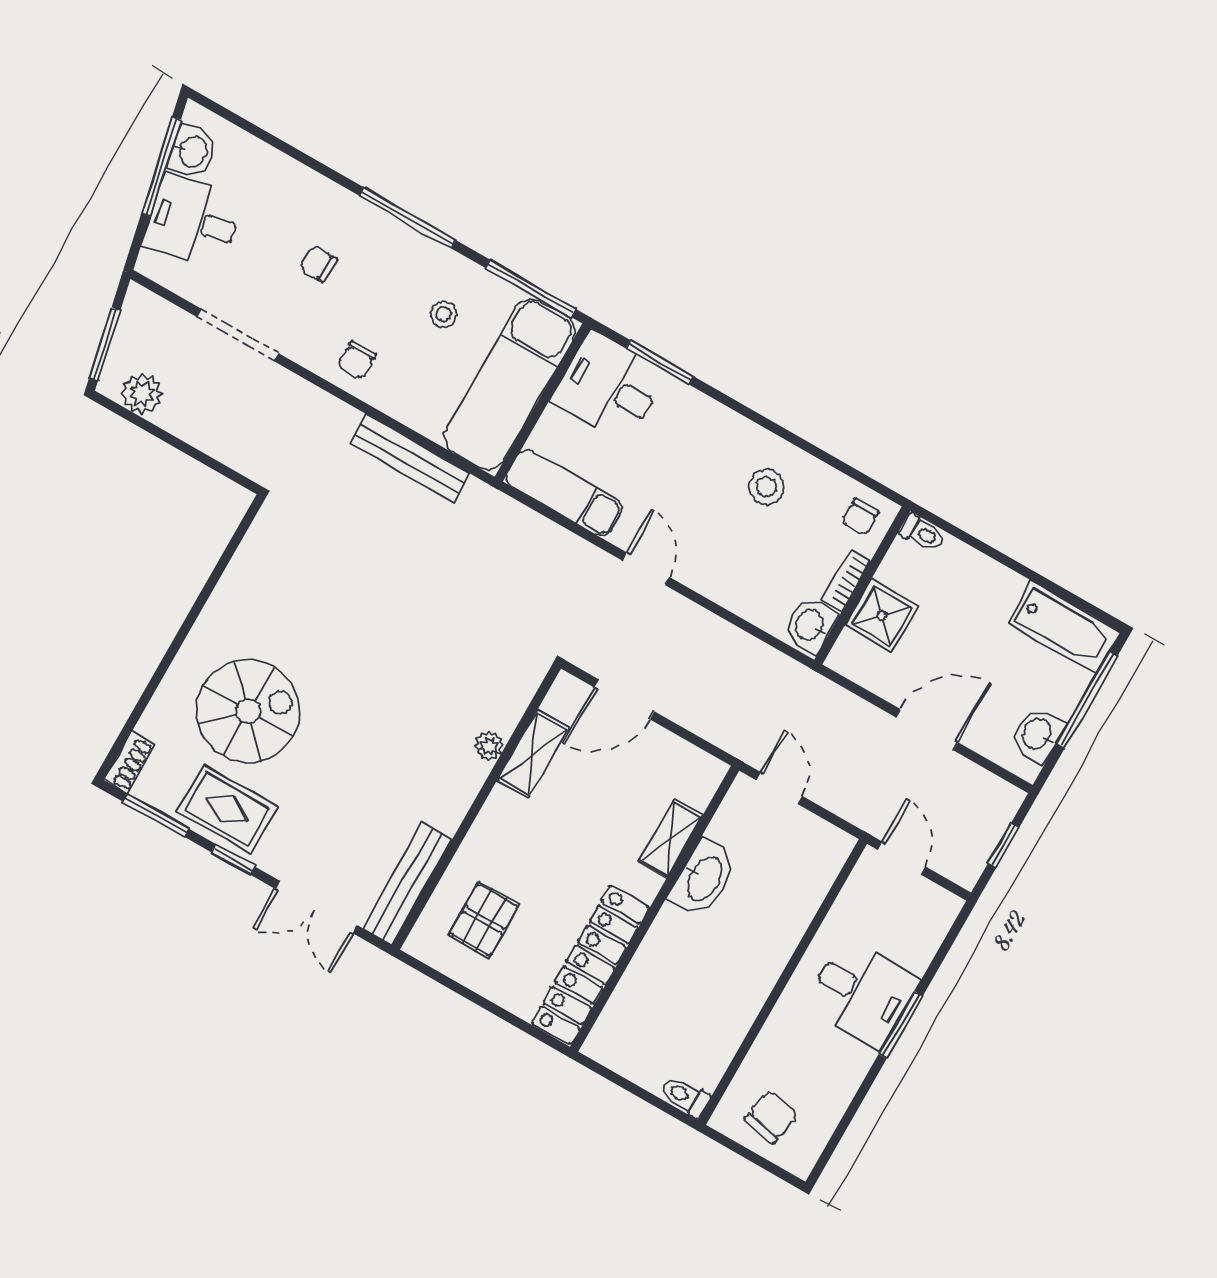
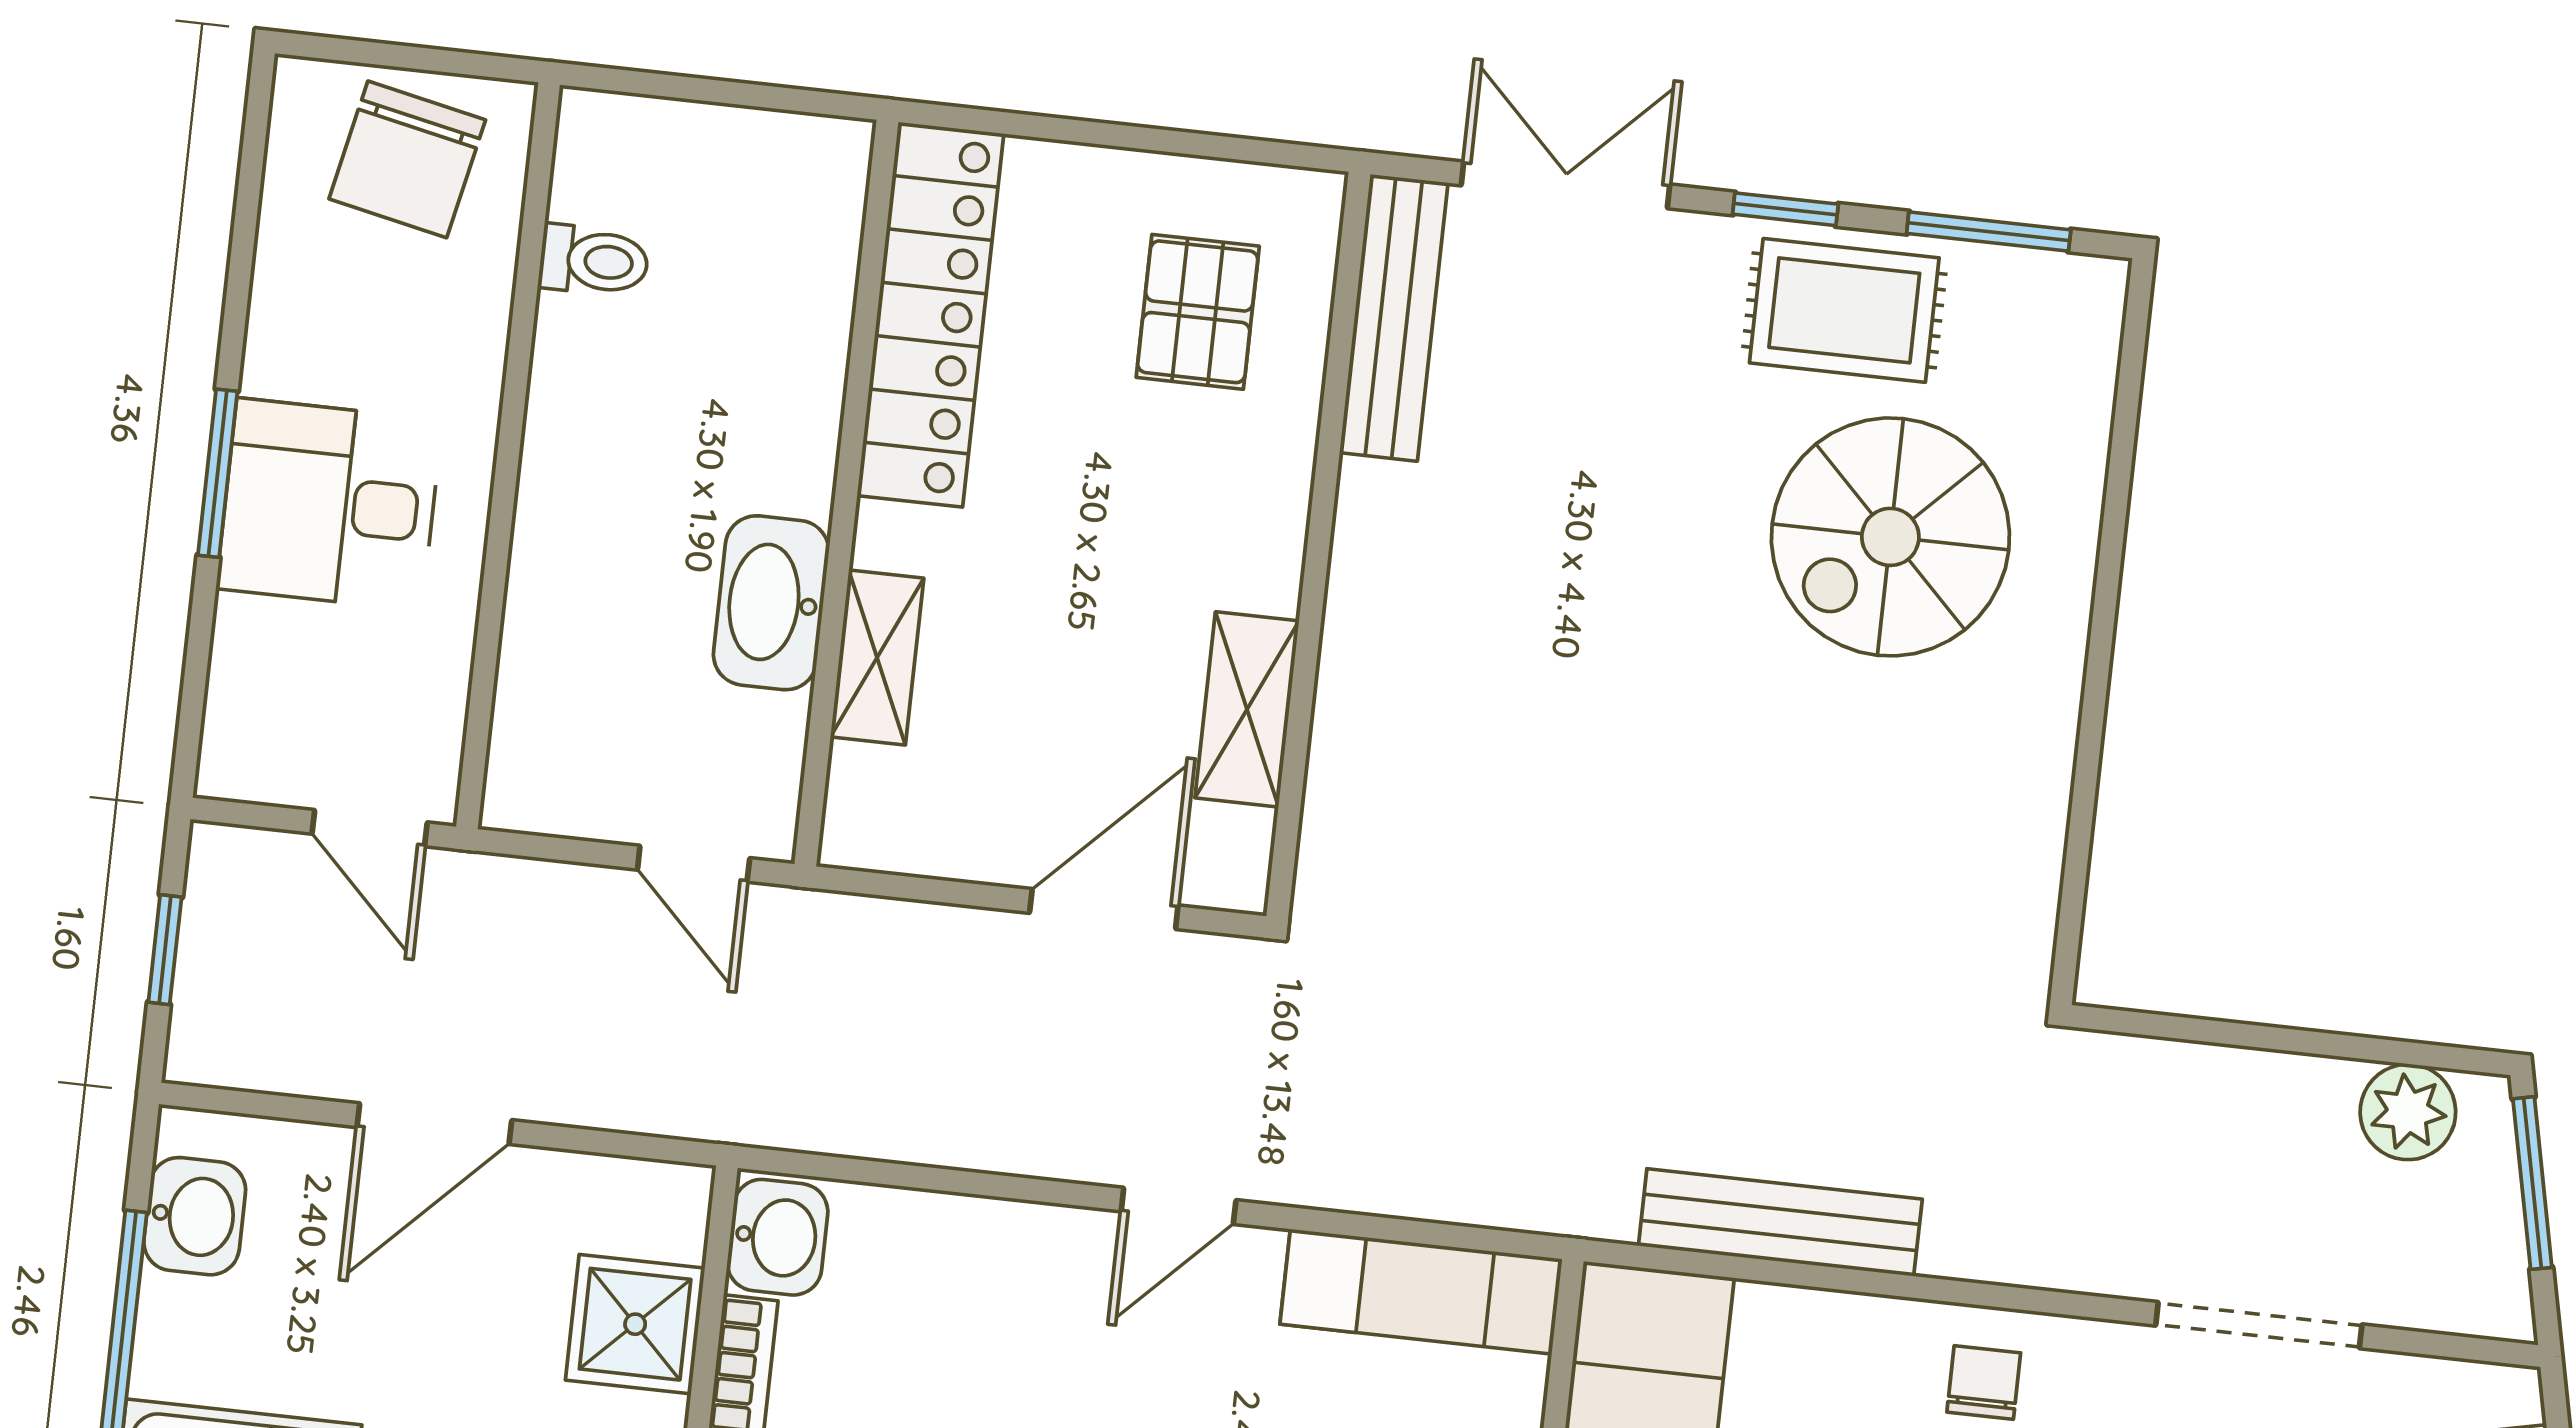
door: (646, 569) -> (1179, 1206), hinge flipped
plant: (489, 746) -> (1347, 686), removed
shoe rack: (129, 763) -> (2094, 319), removed
toilet: (685, 1097) -> (594, 261), moved
chair: (771, 1117) -> (407, 159), width x1.37, depth x1.37

